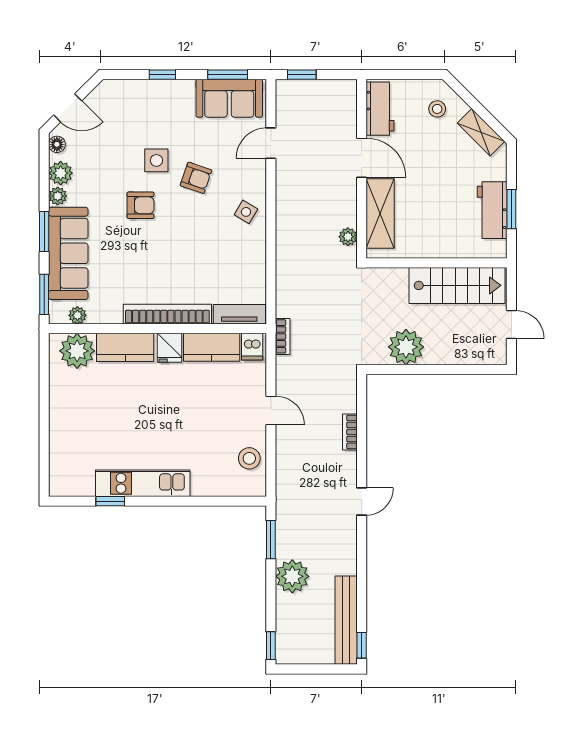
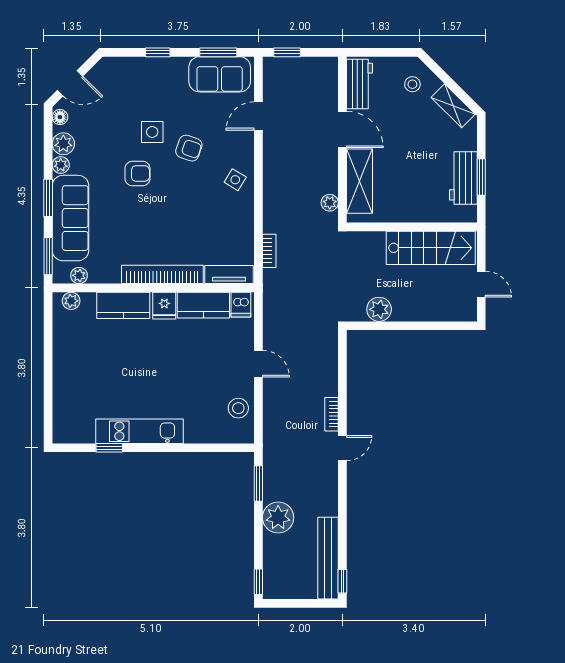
bookcase: (283, 336) -> (269, 251), moved
plant: (406, 347) -> (379, 309), width x0.73, depth x0.73
plant: (77, 351) -> (71, 301), width x0.53, depth x0.53
bookcase: (350, 432) -> (331, 414), moved

